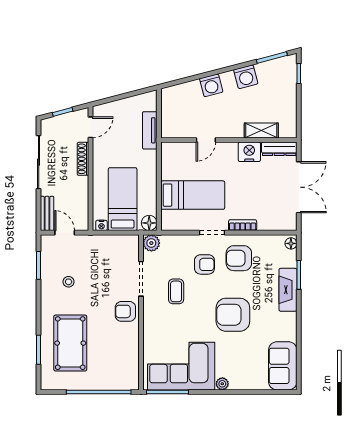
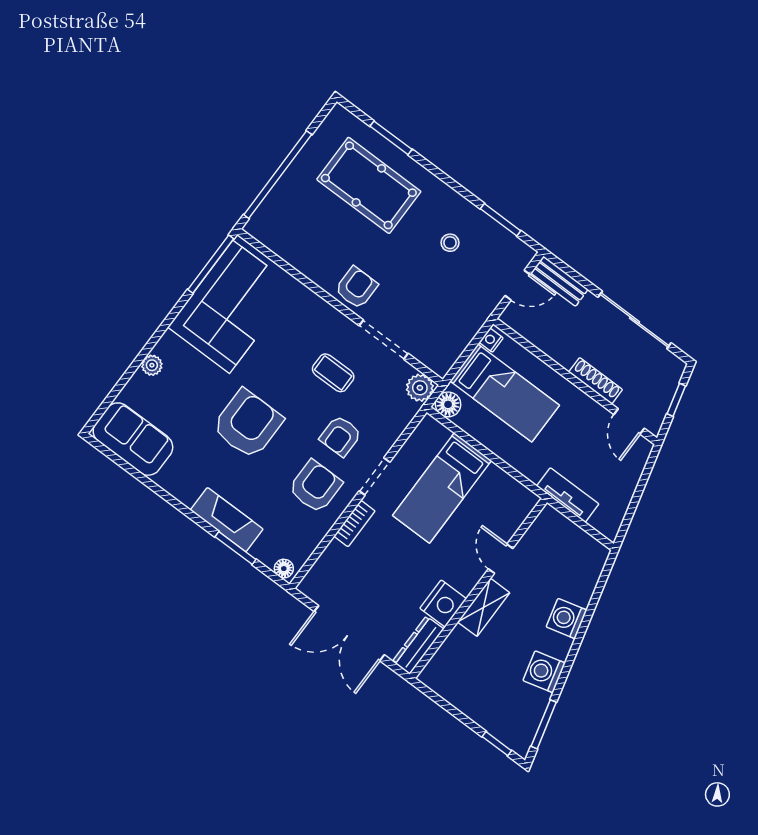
shelving: (261, 130) -> (484, 607), moved
plant: (222, 384) -> (152, 365), moved

